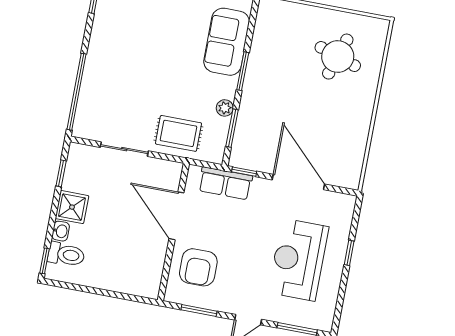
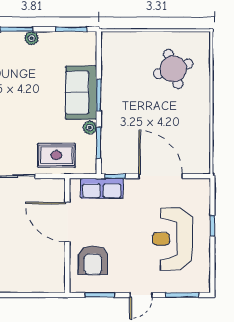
sofa: (227, 42) -> (81, 93), moved
round table: (338, 57) -> (173, 69), turned -36

